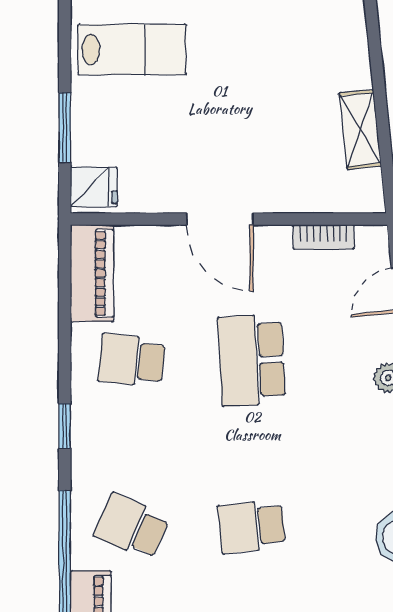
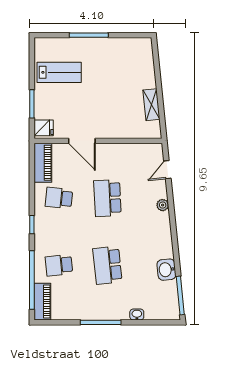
door: (220, 219) -> (82, 141), moved
bookcase: (323, 237) -> (136, 148), removed
school desk: (132, 527) -> (59, 265), turned -30
school desk: (252, 527) -> (107, 265), width x1.85

